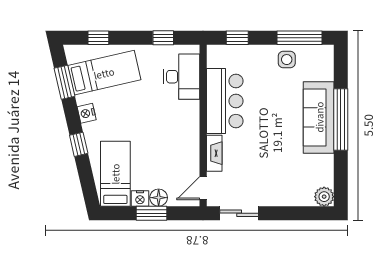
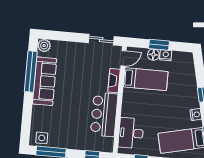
side table: (287, 60) -> (42, 138), moved
sofa: (319, 117) -> (45, 81), moved
window: (341, 120) -> (31, 72), moved
bed: (115, 174) -> (146, 79), moved, turned -90

